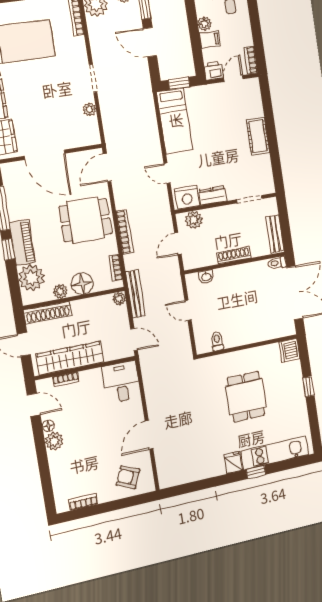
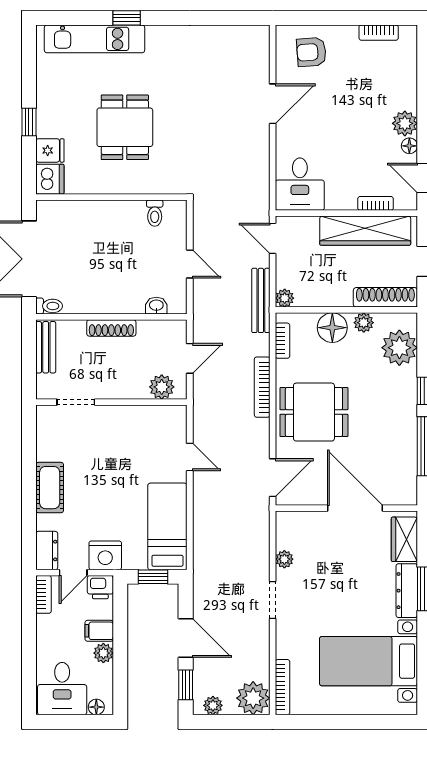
dresser: (213, 196) -> (47, 551), moved, turned -90
nightstand: (187, 197) -> (105, 555), moved, turned 180
piano: (22, 242) -> (404, 397), removed
fridge: (233, 462) -> (50, 150), moved, turned -90
armchair: (128, 477) -> (311, 52), turned 152

